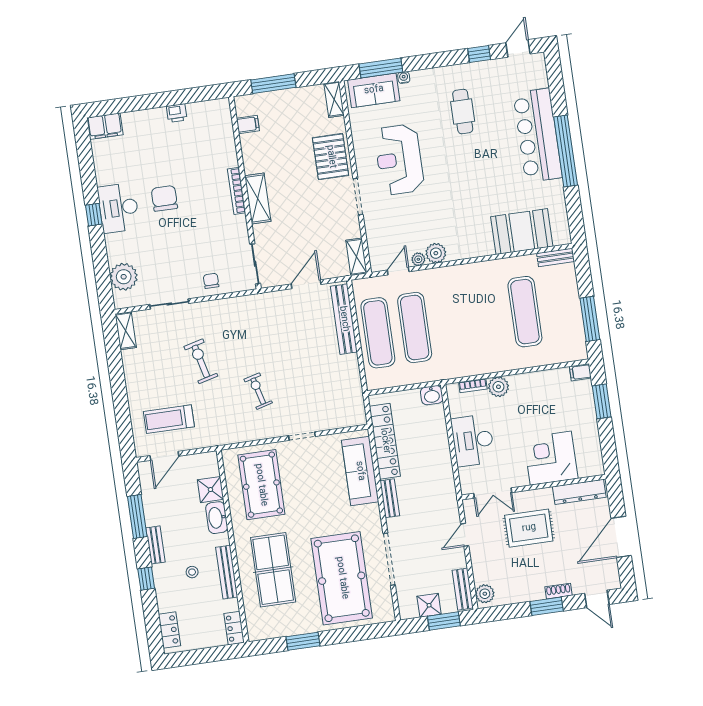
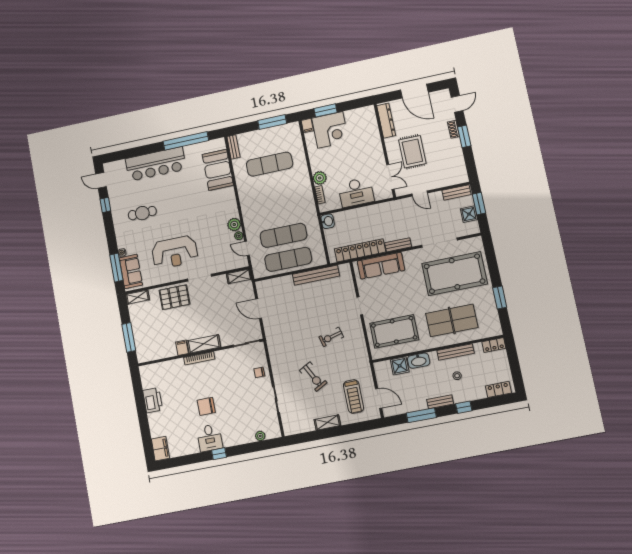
printer: (177, 113) -> (153, 400), width x1.87, depth x1.48
filing cabinet: (248, 124) -> (182, 348), moved
window: (566, 151) -> (186, 141), moved
desk: (119, 208) -> (210, 438), width x0.73
plant: (124, 277) -> (260, 436), width x0.53, depth x0.53
bench: (344, 319) -> (316, 275), moved
shelving: (126, 331) -> (327, 423), moved
exercise bike: (201, 361) -> (313, 377), turned -104
corner desk: (551, 458) -> (330, 130), moved, turned -90
plant: (485, 594) -> (459, 178), removed

